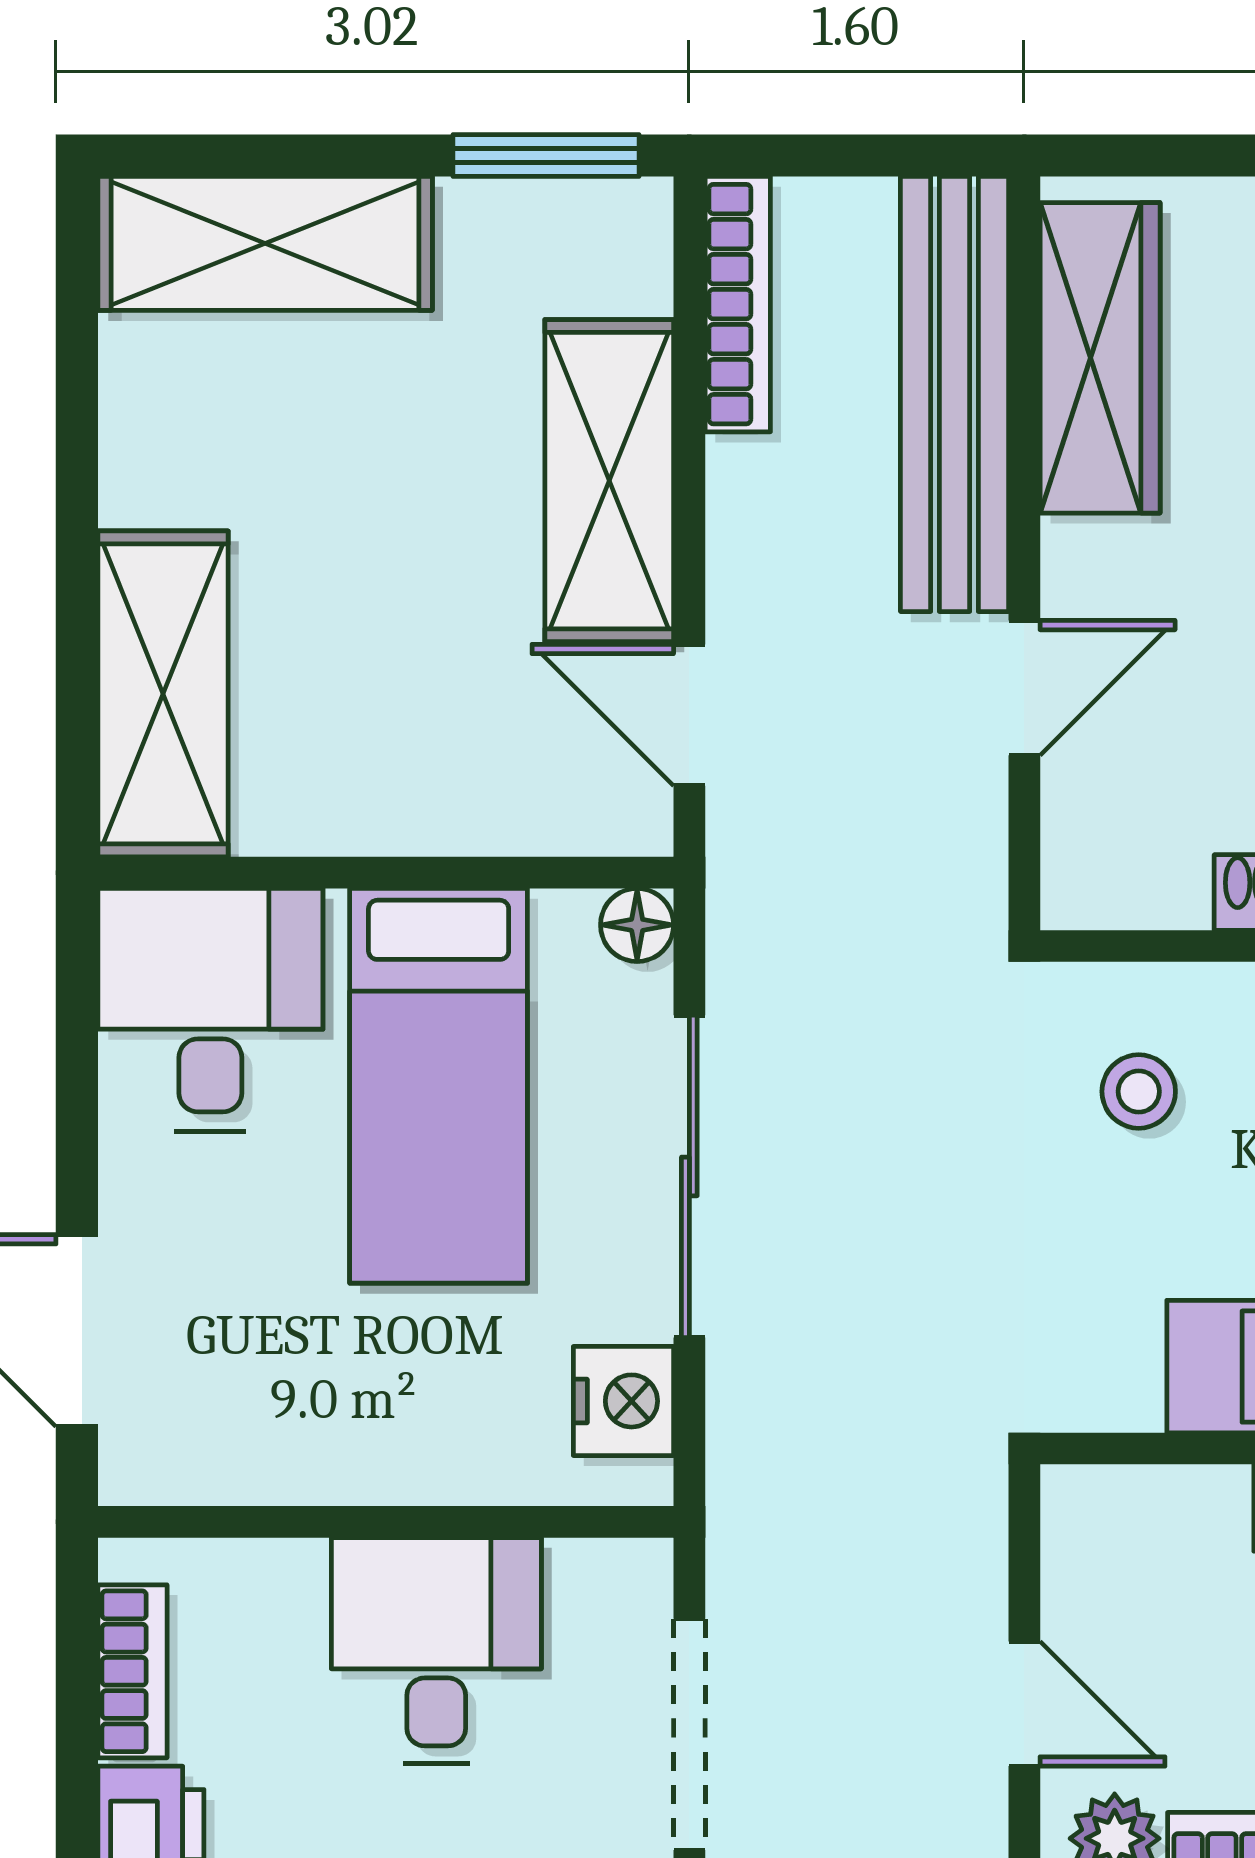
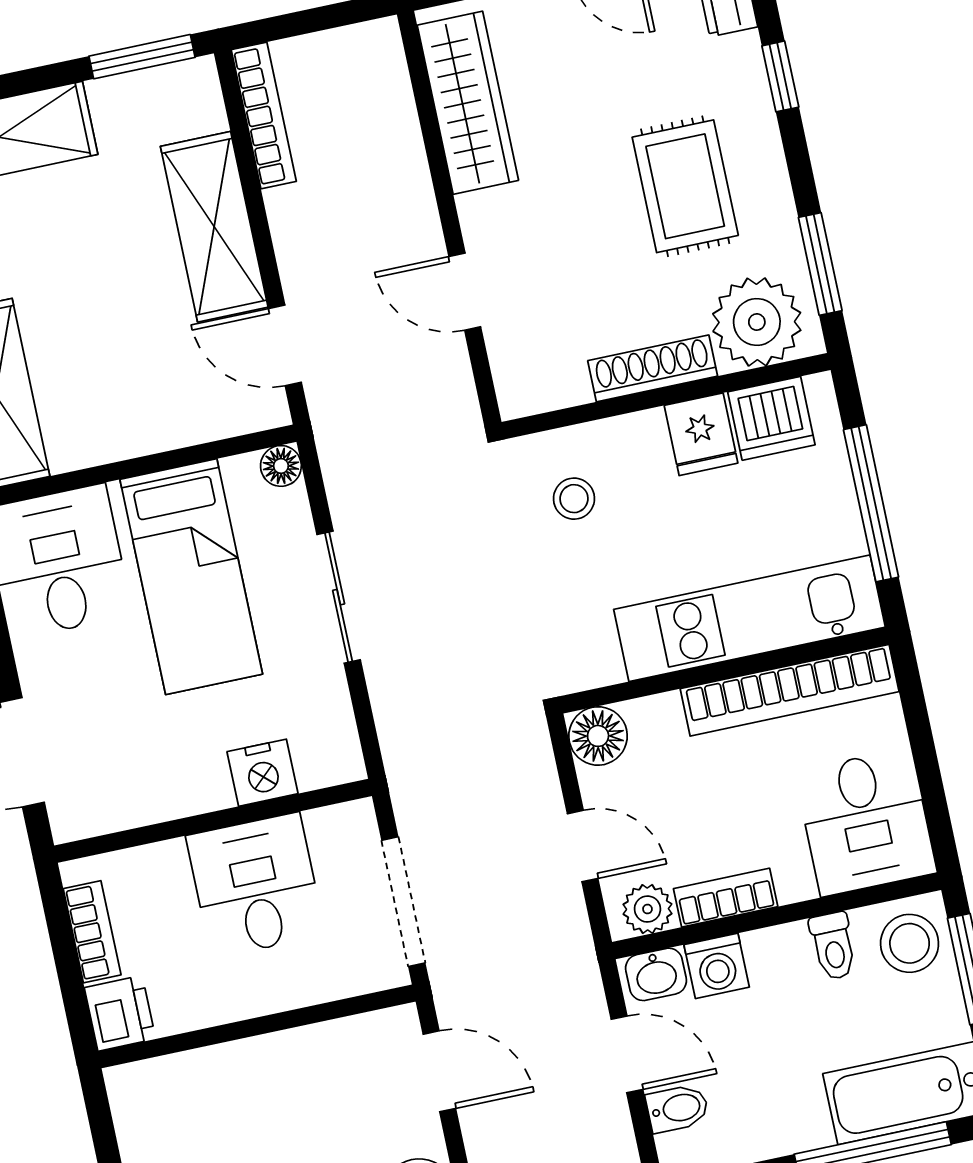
bench: (955, 394) -> (393, 139), removed
door: (1024, 688) -> (465, 292), swing flipped
sliding door: (689, 1176) -> (339, 597), width x0.73
nightstand: (623, 1401) -> (263, 773), moved, turned 90
floor lamp: (1092, 1517) -> (598, 736), added

